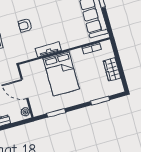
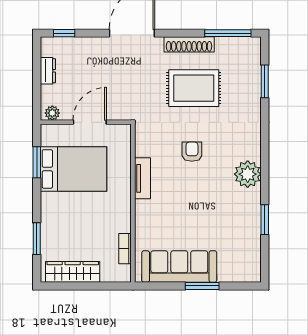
wardrobe: (112, 69) -> (73, 272), width x1.50
bed: (61, 74) -> (74, 169), moved, turned 180

